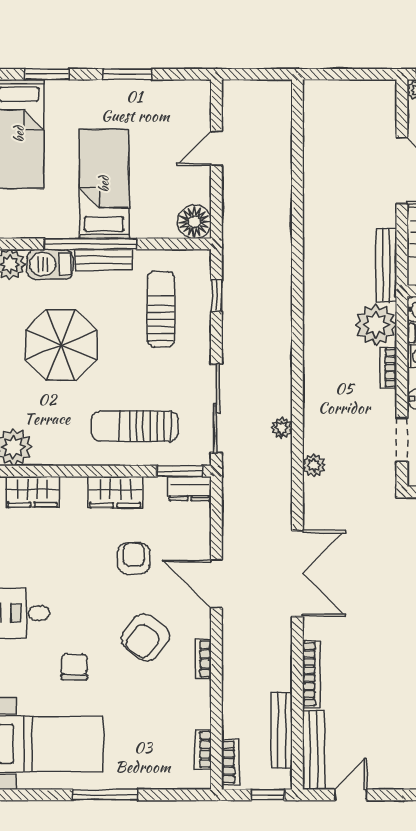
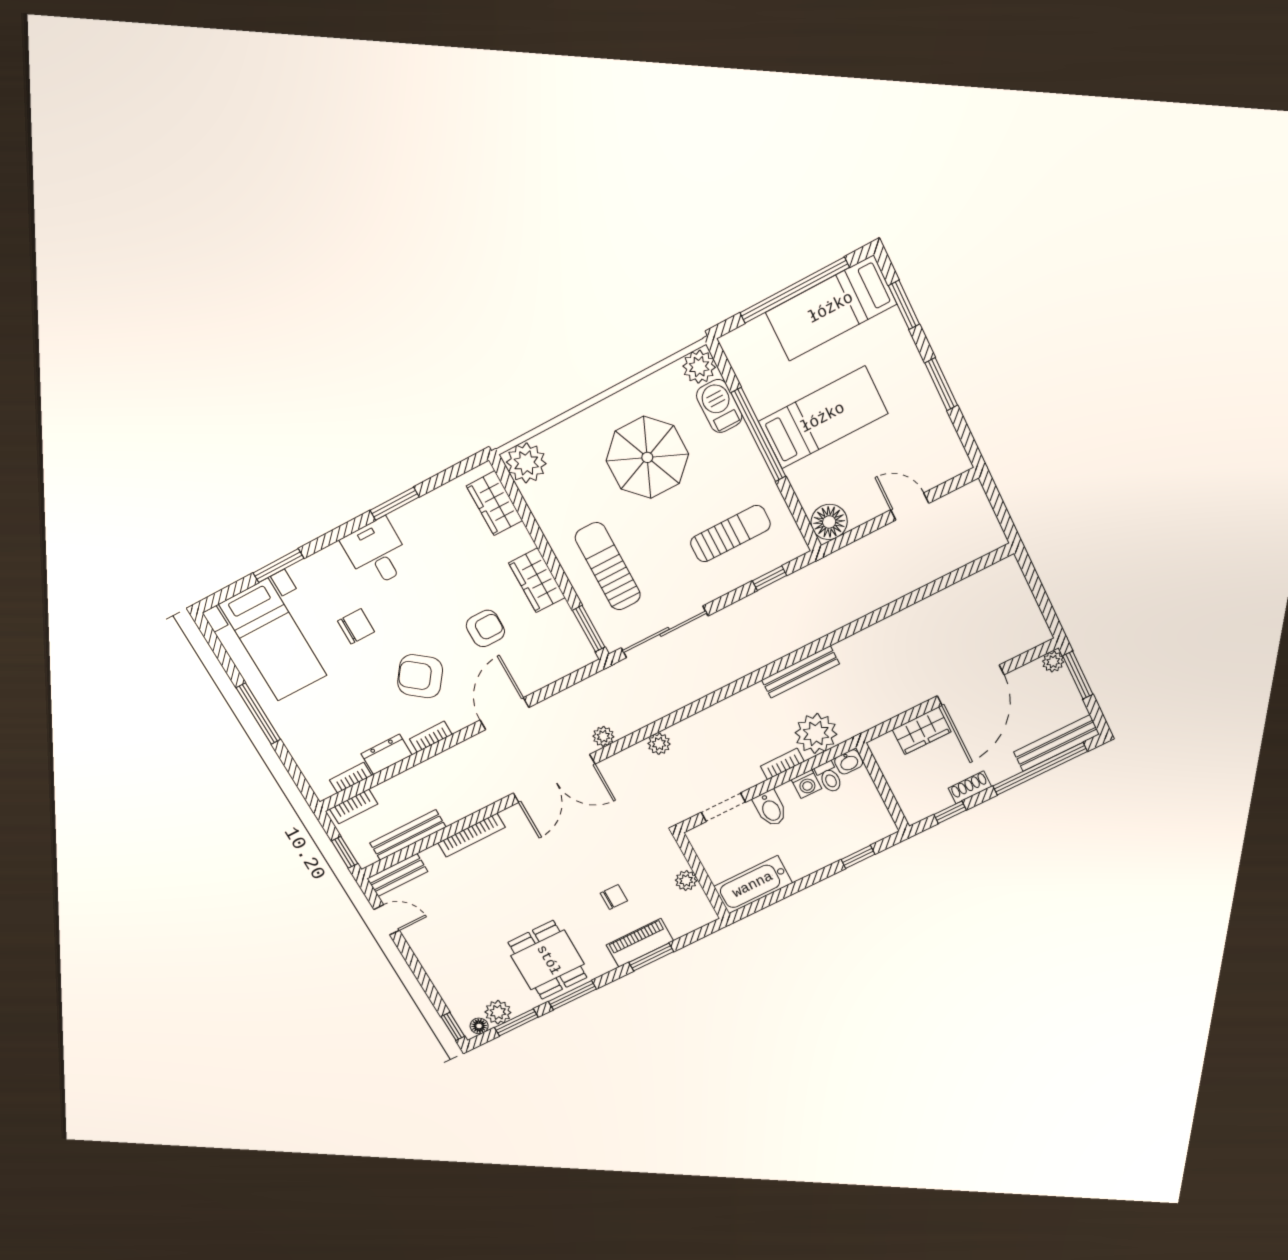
bench: (103, 260) -> (749, 455), removed
bench: (386, 265) -> (800, 672), moved
plant: (282, 428) -> (603, 736), moved
dresser: (190, 488) -> (386, 754), moved, turned 90
bench: (314, 750) -> (397, 875), width x0.73

